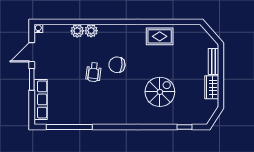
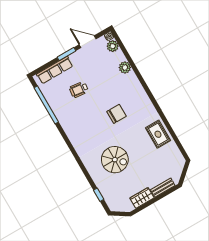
plant: (91, 31) -> (113, 46), moved
chair: (117, 65) -> (117, 114), turned 84
wheelchair: (94, 72) -> (79, 90), moved

